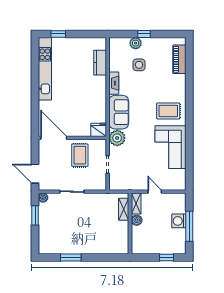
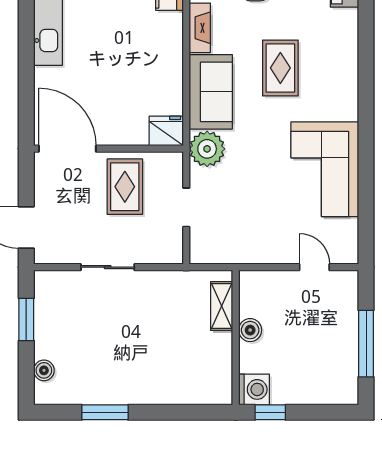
rug: (168, 111) -> (280, 68), moved, turned 90
door: (155, 192) -> (314, 267), moved
boiler: (43, 198) -> (44, 370), moved
shelving: (136, 204) -> (249, 293), removed
washing machine: (179, 221) -> (254, 389), moved, turned 180
window: (167, 257) -> (270, 412), moved

